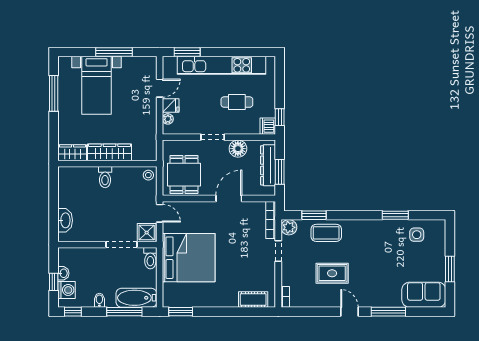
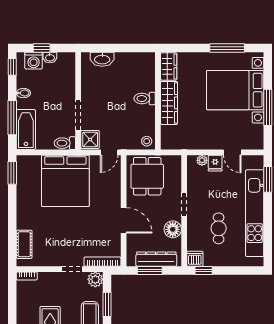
bed with nightstands: (97, 85) -> (235, 90), width x1.36
dining table: (184, 175) -> (147, 176), turned 90

